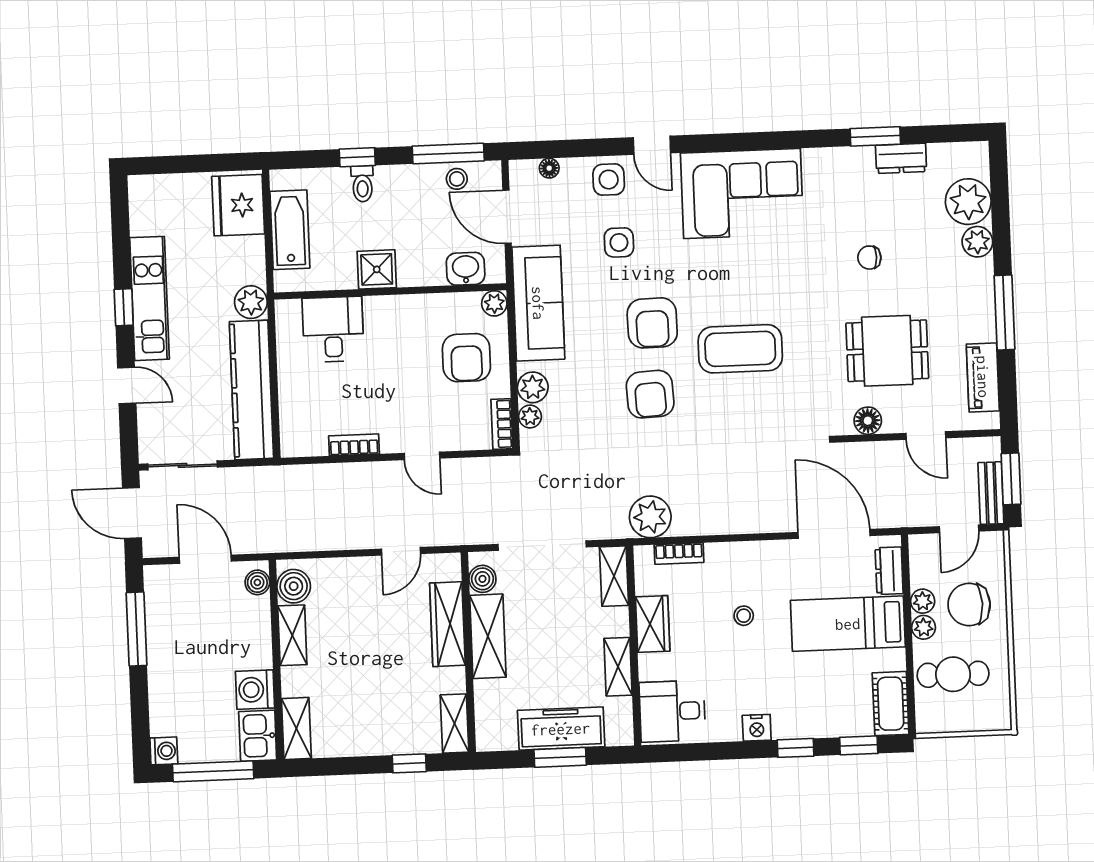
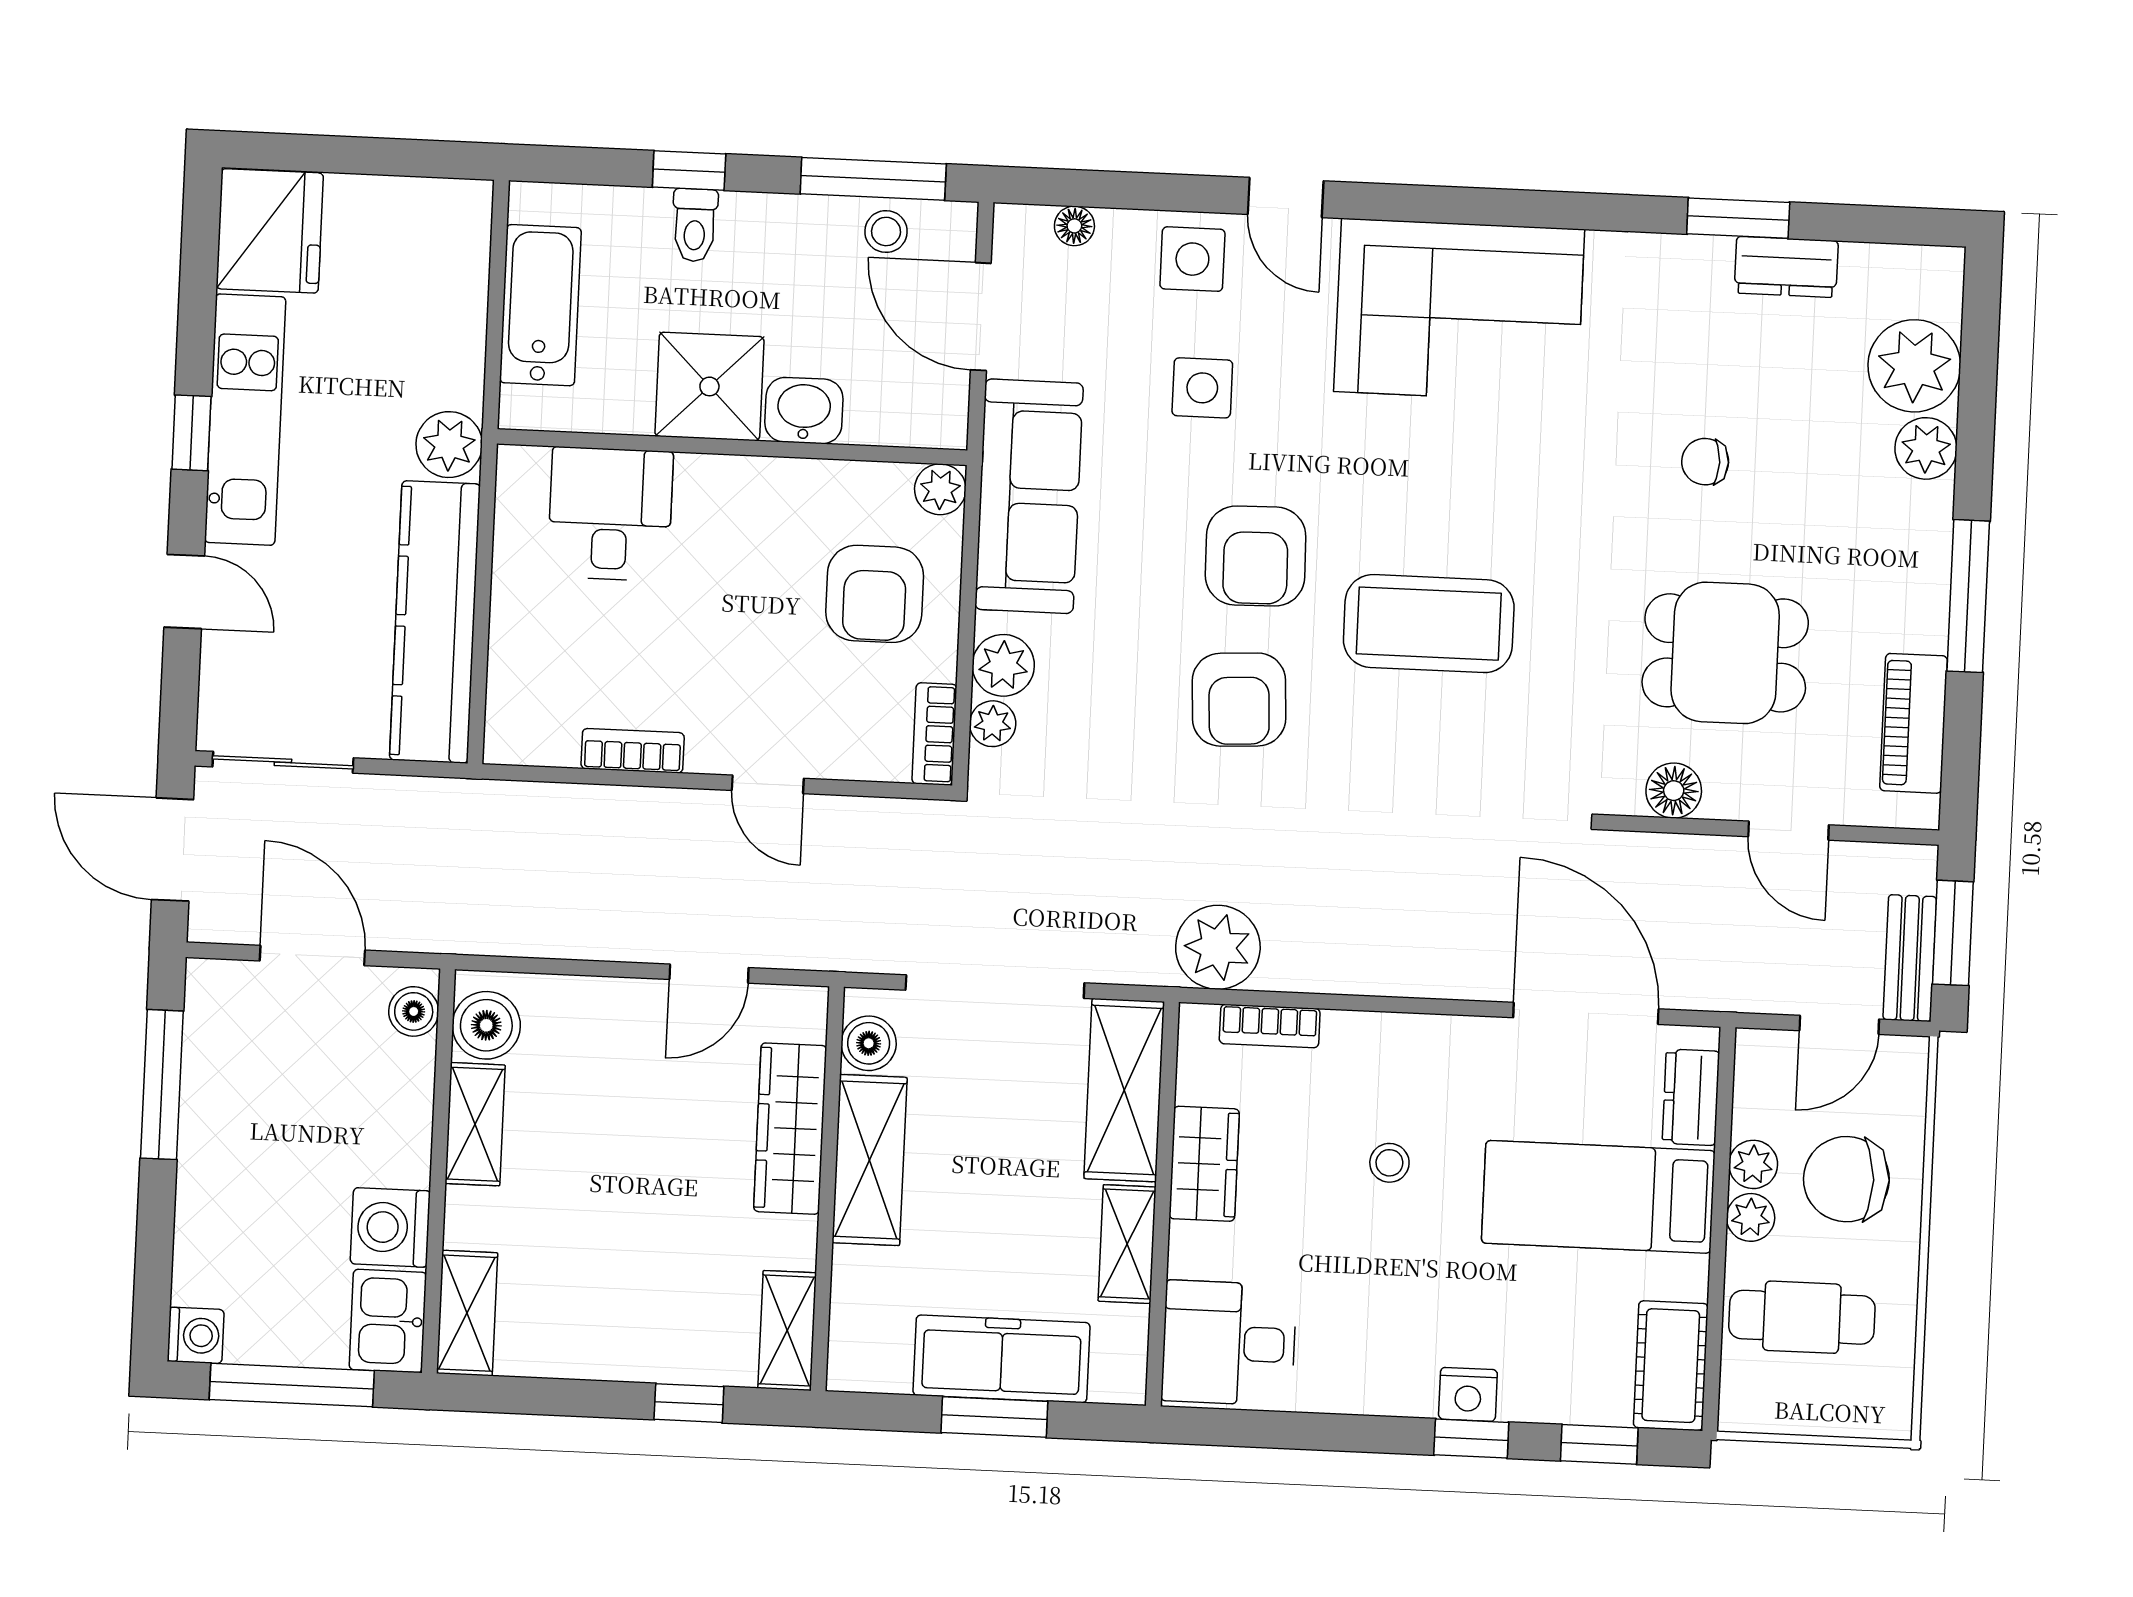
fridge: (238, 205) -> (270, 231), moved, turned 180
shower: (377, 269) -> (709, 386), width x1.36, depth x1.36
washbasin: (466, 269) -> (804, 411), moved
shelving: (614, 576) -> (1124, 1090), width x1.50, depth x1.33
nightstand: (757, 728) -> (1468, 1394), moved

